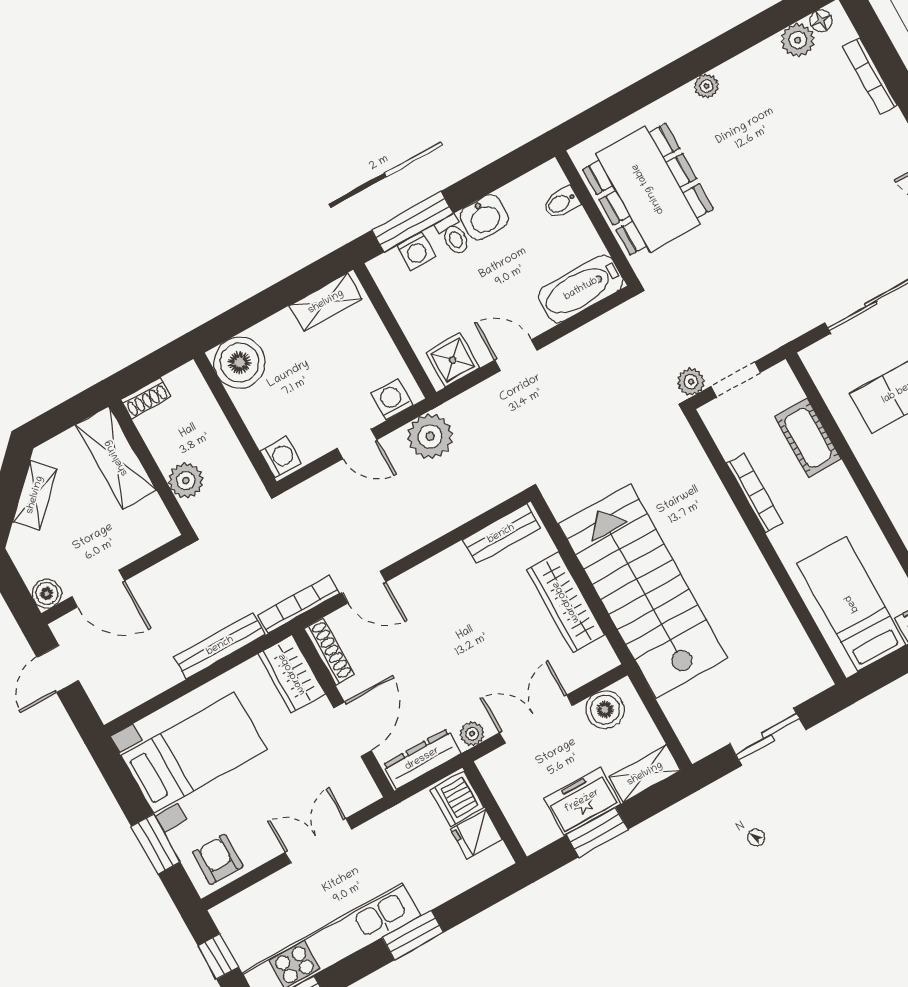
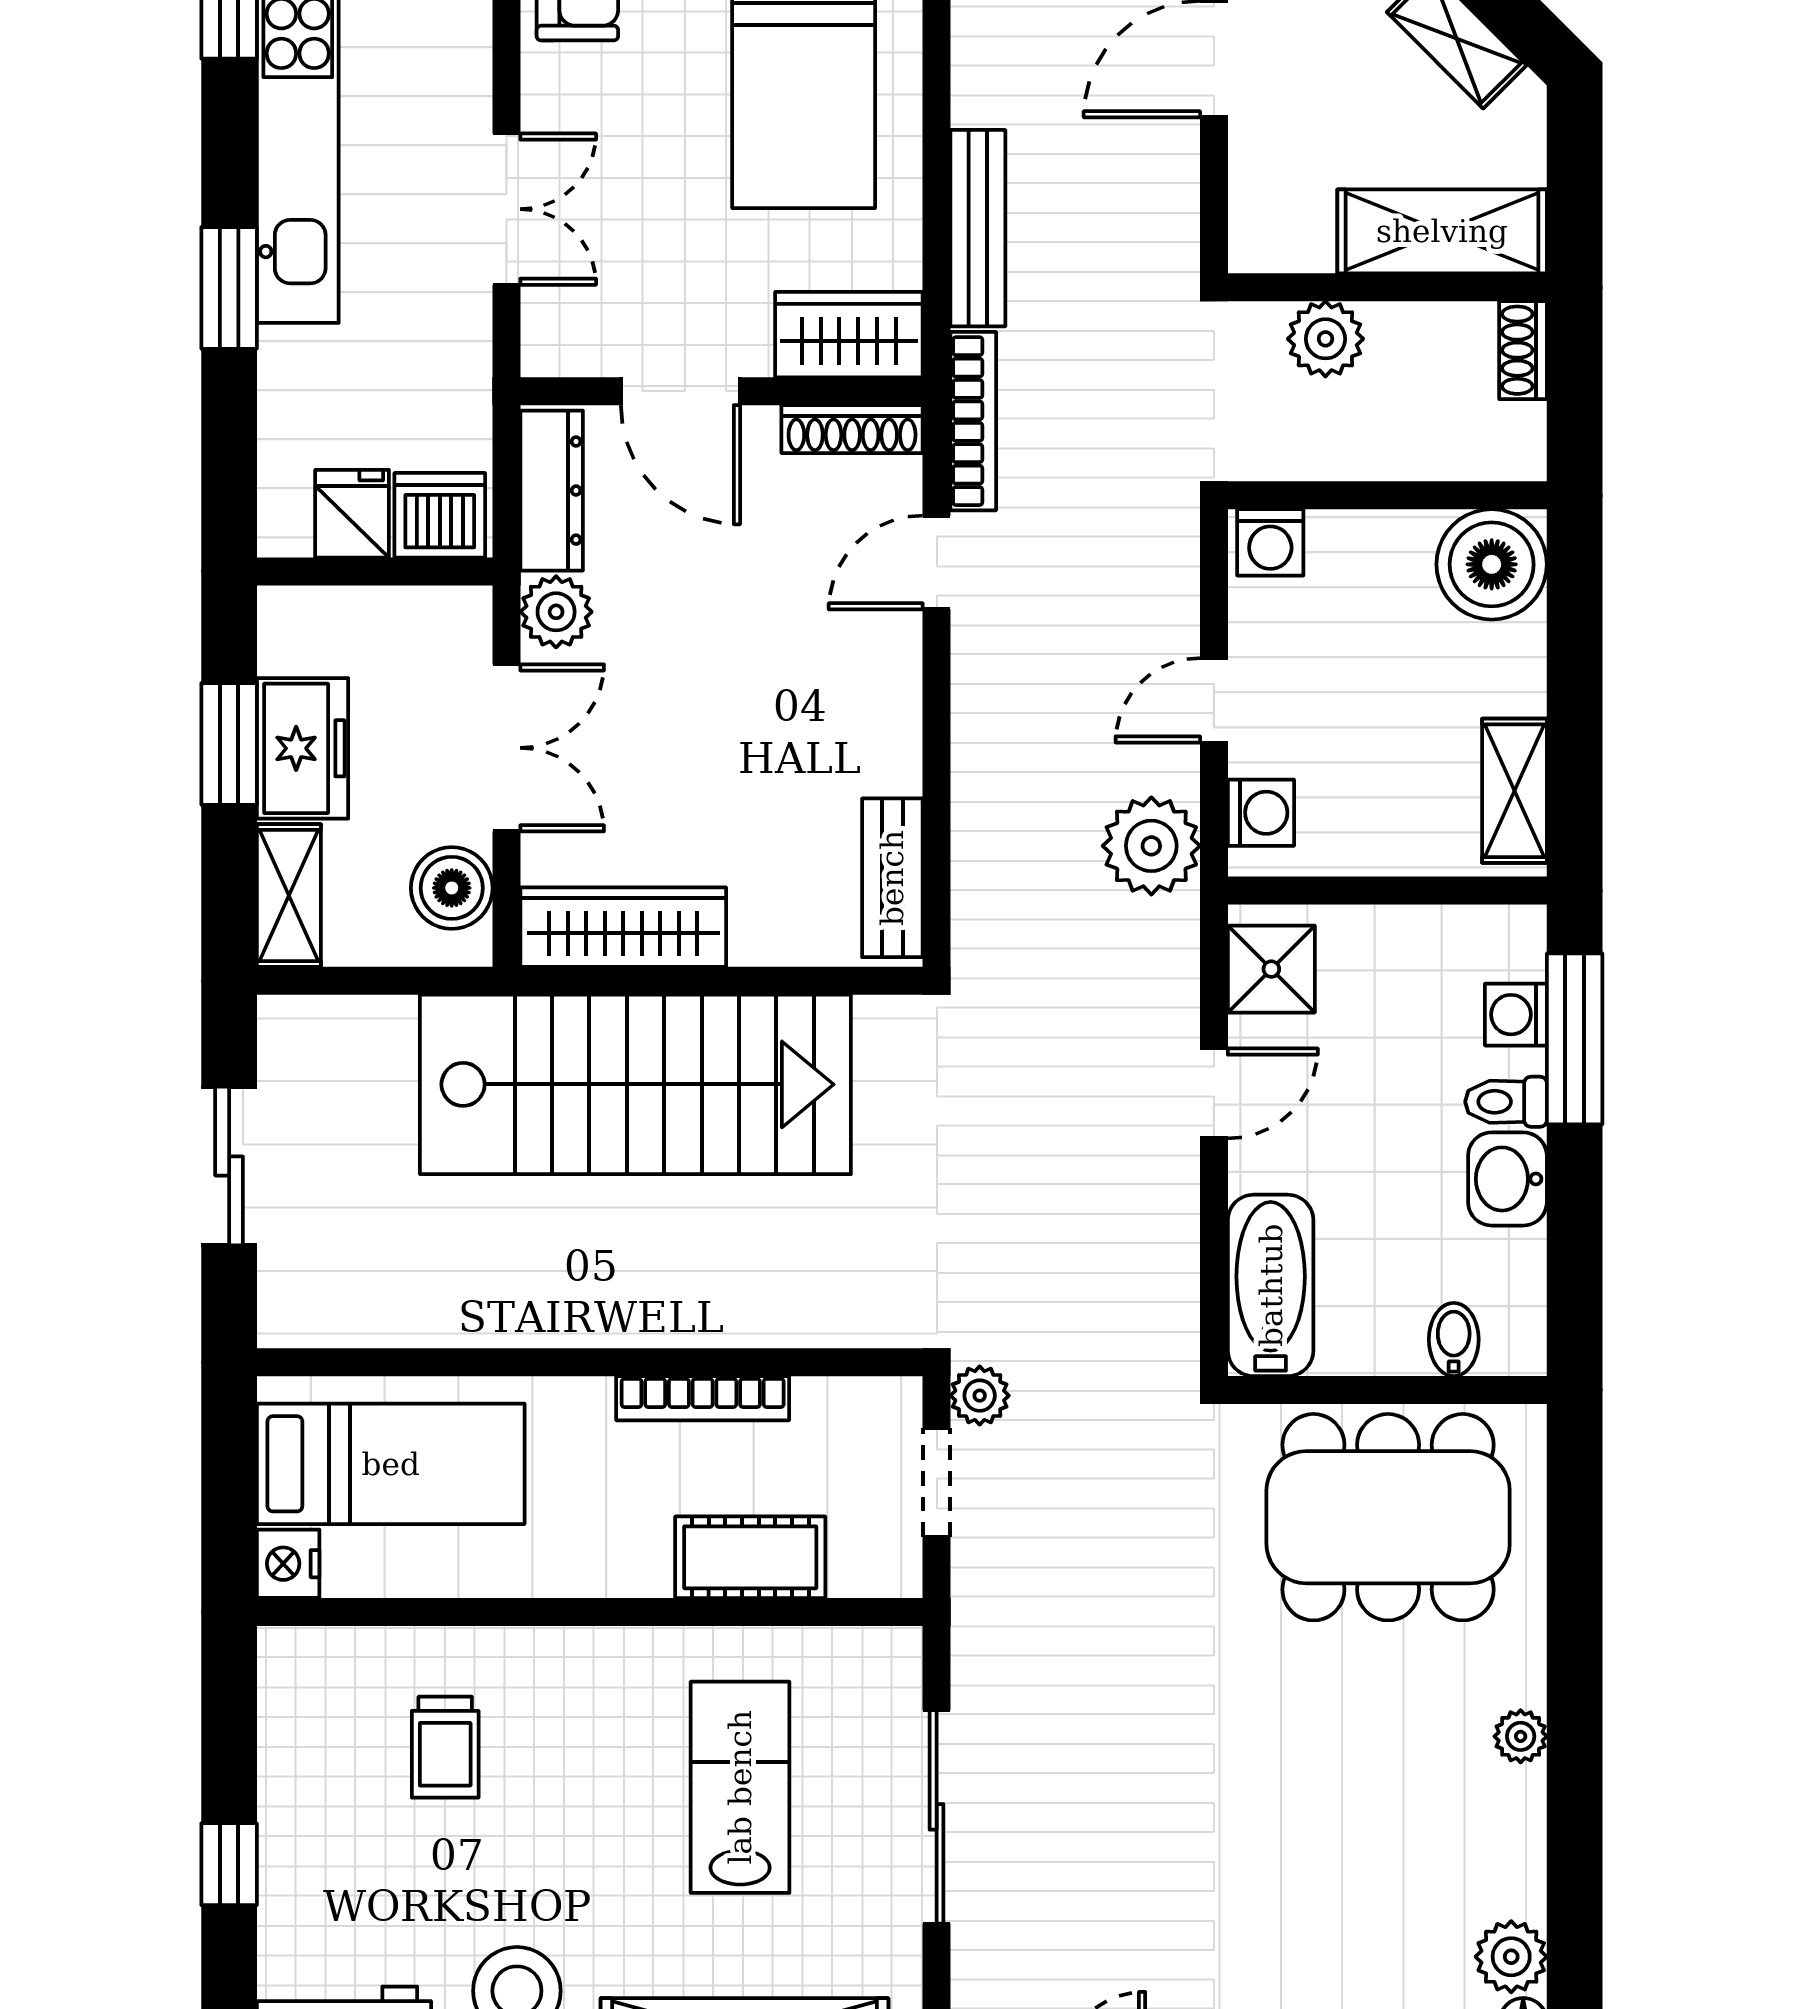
wardrobe: (566, 602) -> (623, 927), moved
plant: (472, 734) -> (556, 612), width x1.38, depth x1.38

